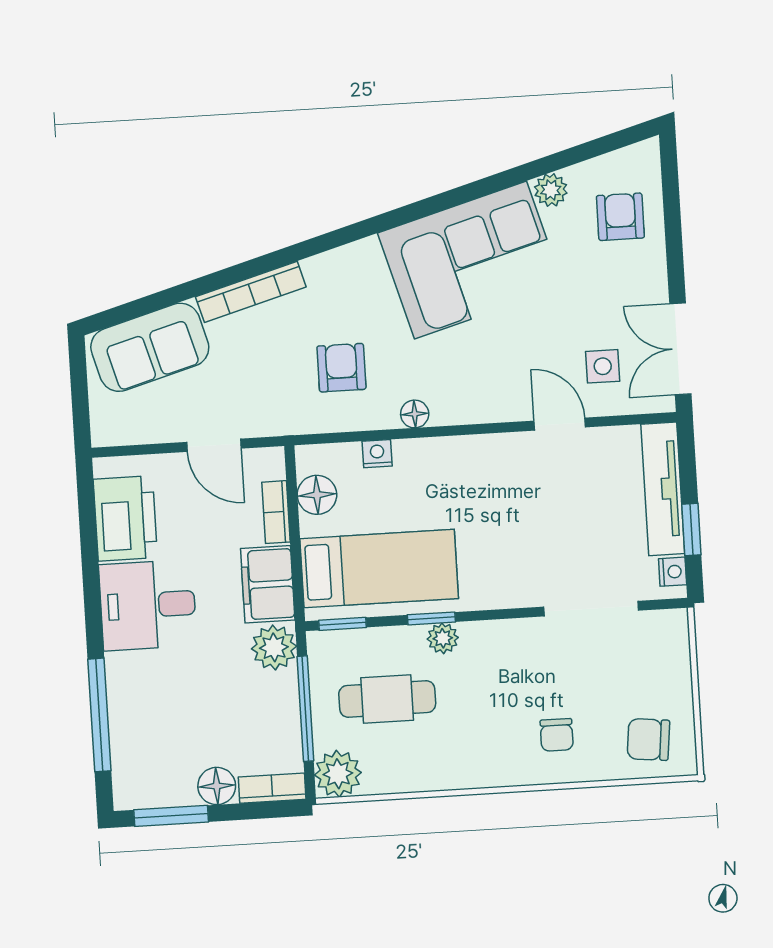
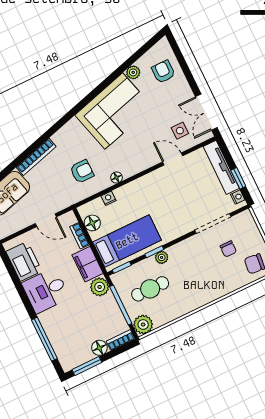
armchair: (341, 368) -> (82, 171), turned 90
chair: (557, 735) -> (228, 249), moved

